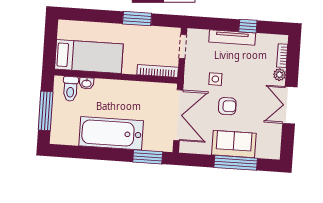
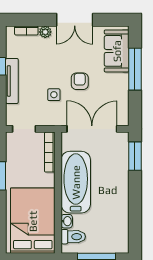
bed: (89, 57) -> (33, 221), width x1.50
bathtub: (111, 133) -> (76, 182), moved, turned 180
sofa: (234, 144) -> (117, 51), moved

